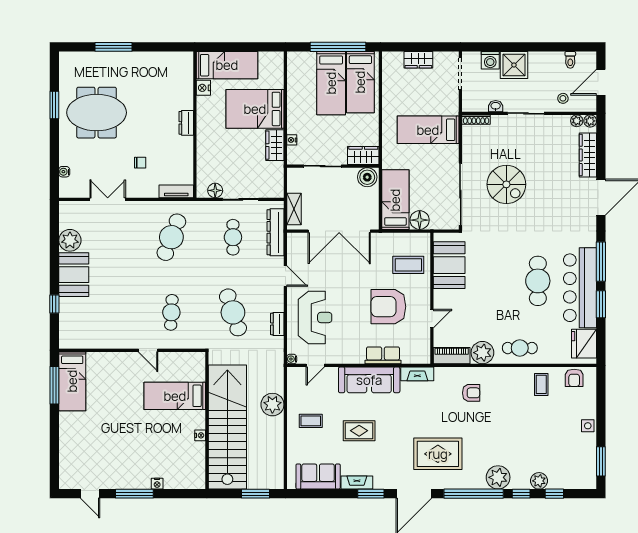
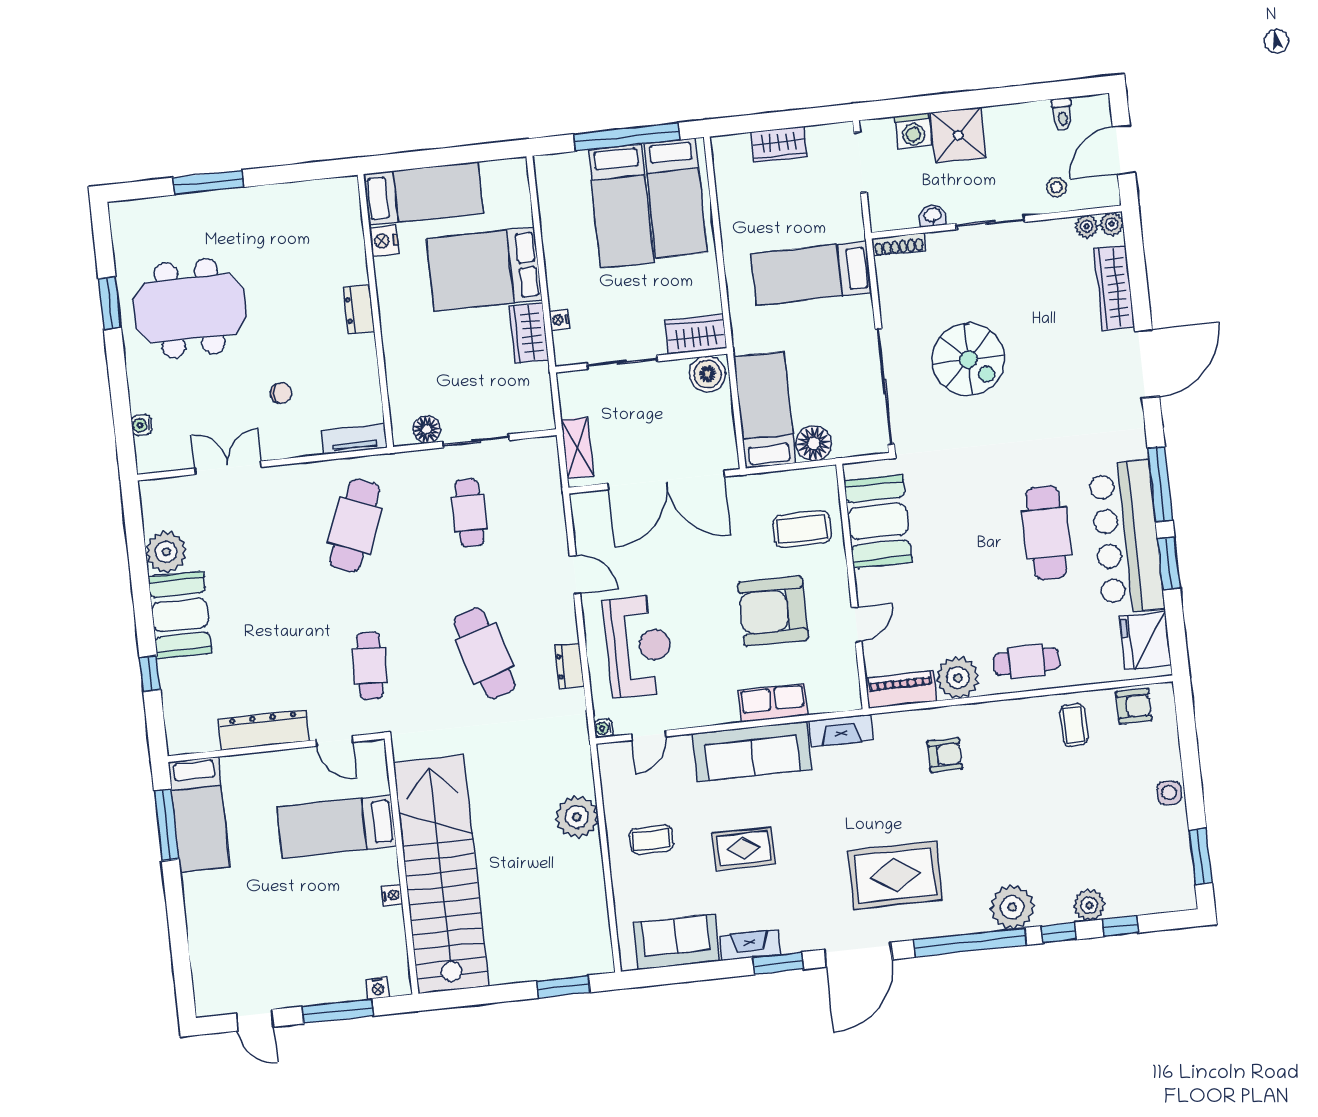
dresser: (275, 232) -> (264, 730), moved, turned 90
armchair: (574, 378) -> (1134, 706), turned -90
bed: (175, 396) -> (337, 827), moved
wall: (207, 420) -> (402, 866), moved
stairs: (227, 427) -> (441, 874), moved
nightstand: (200, 435) -> (392, 895), moved

